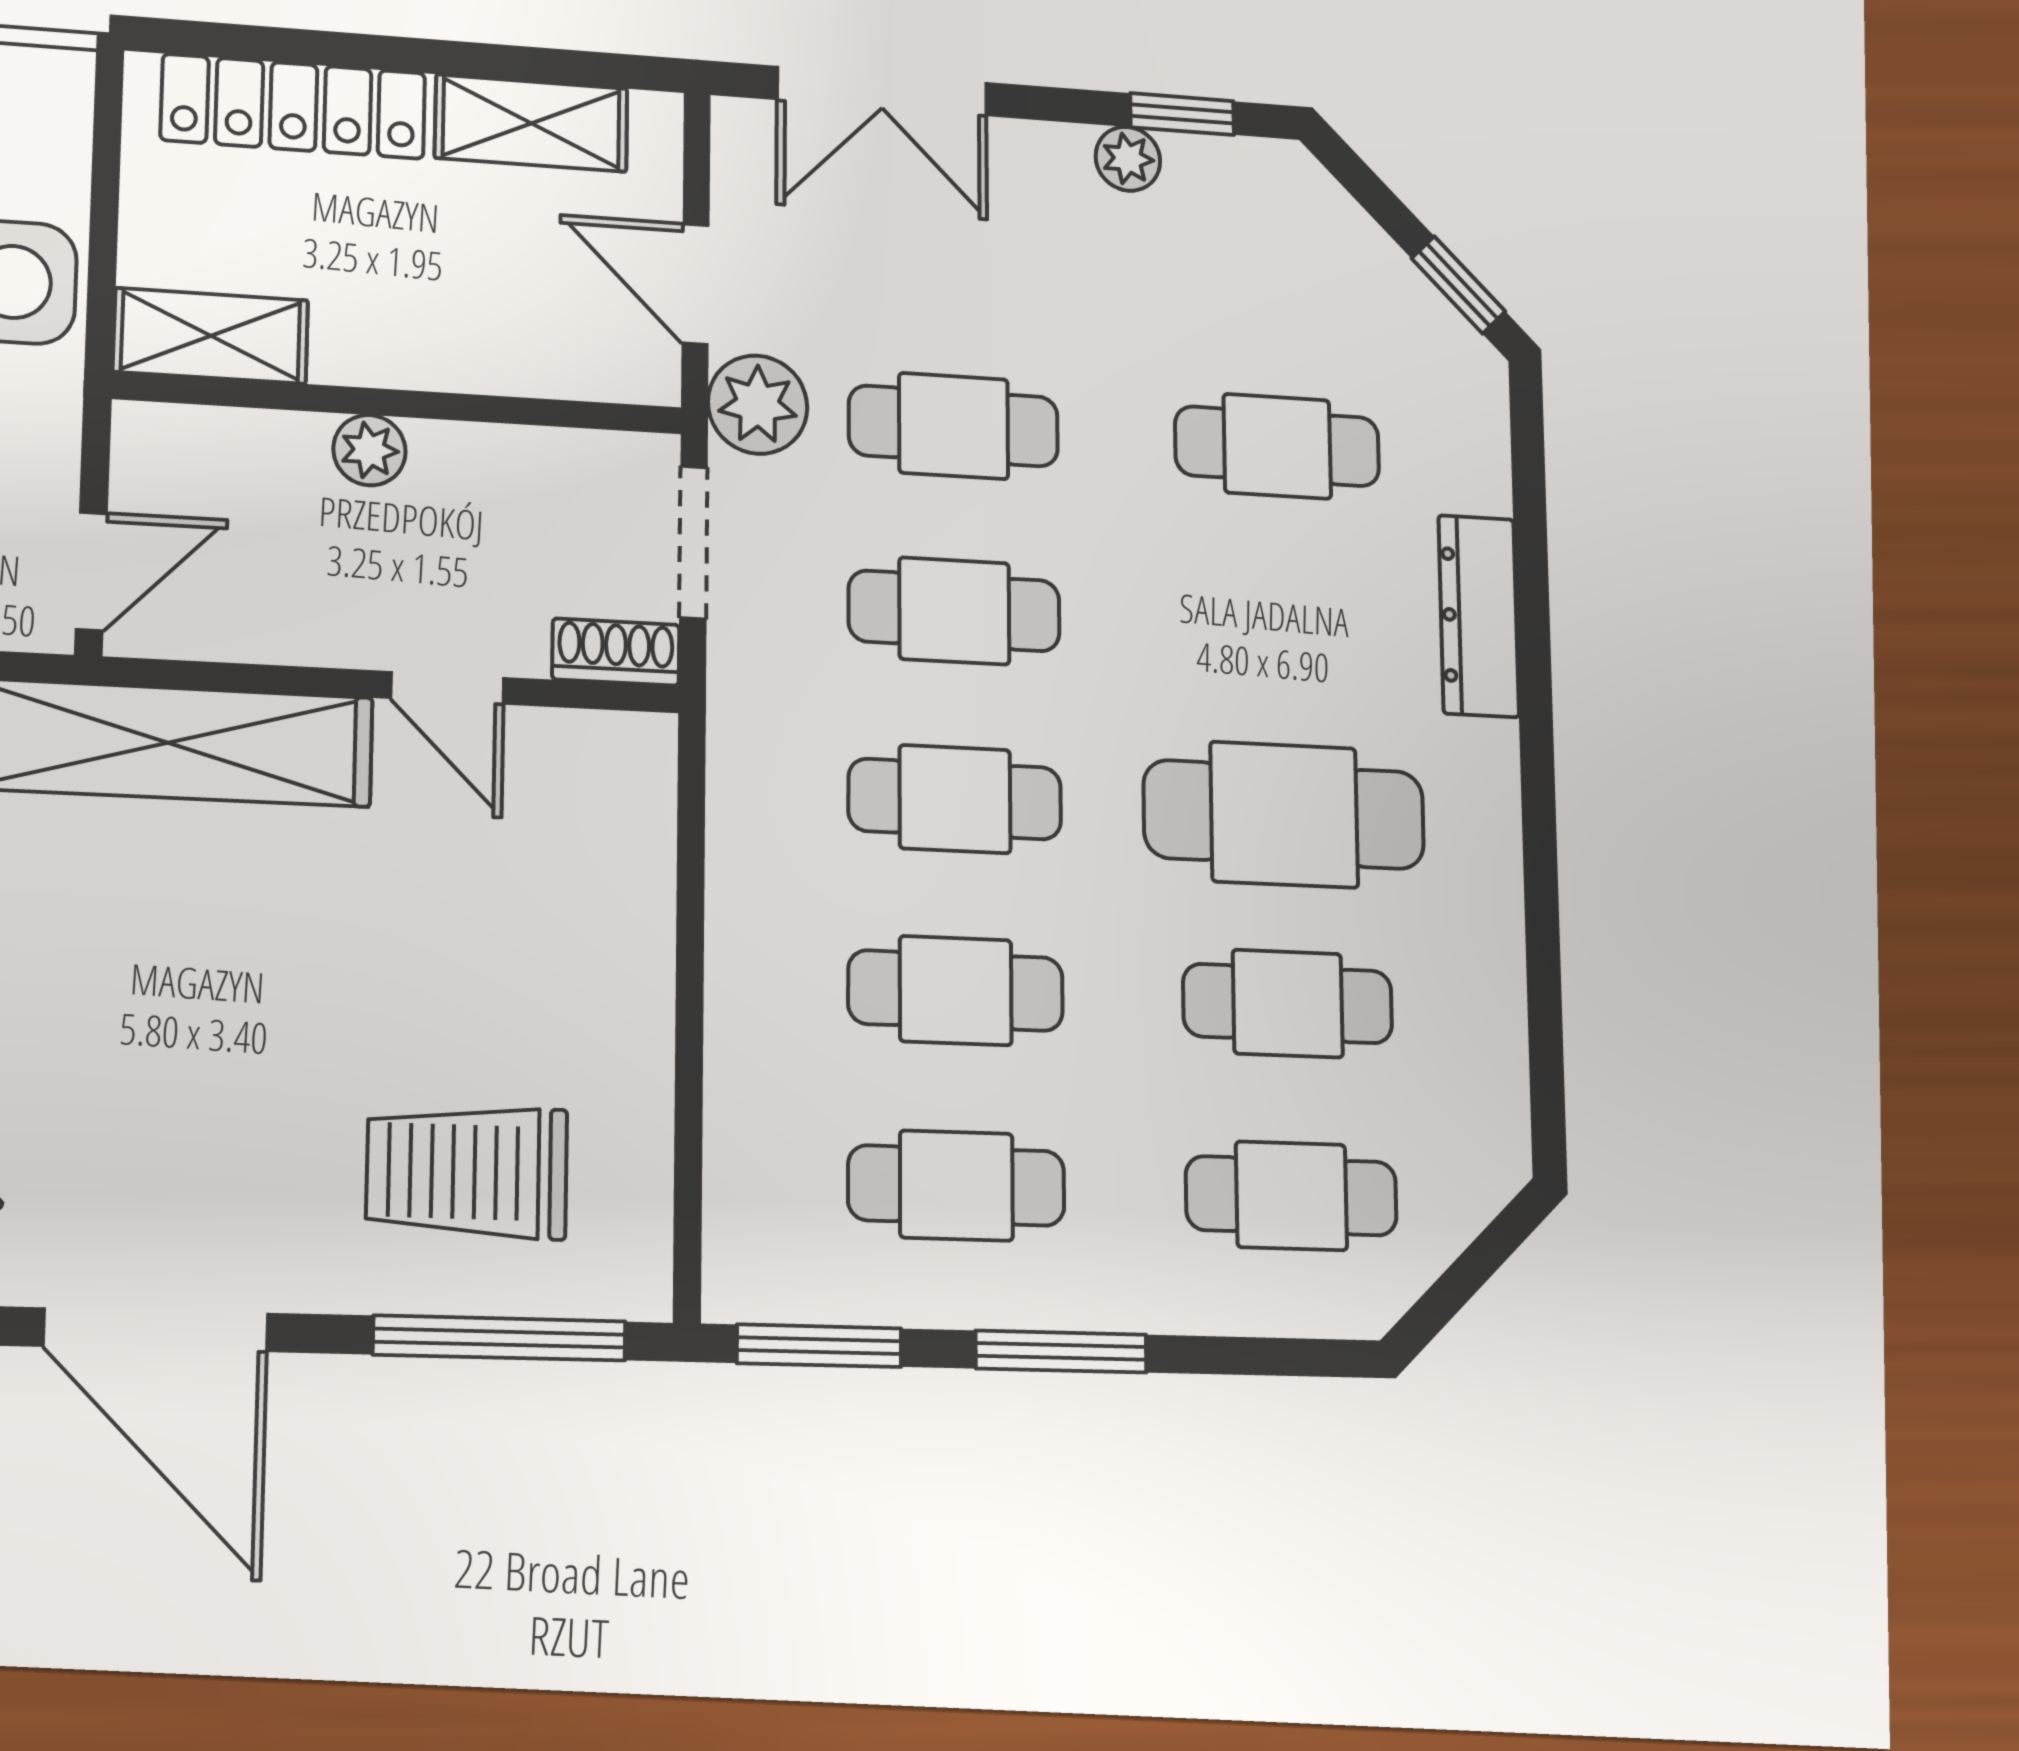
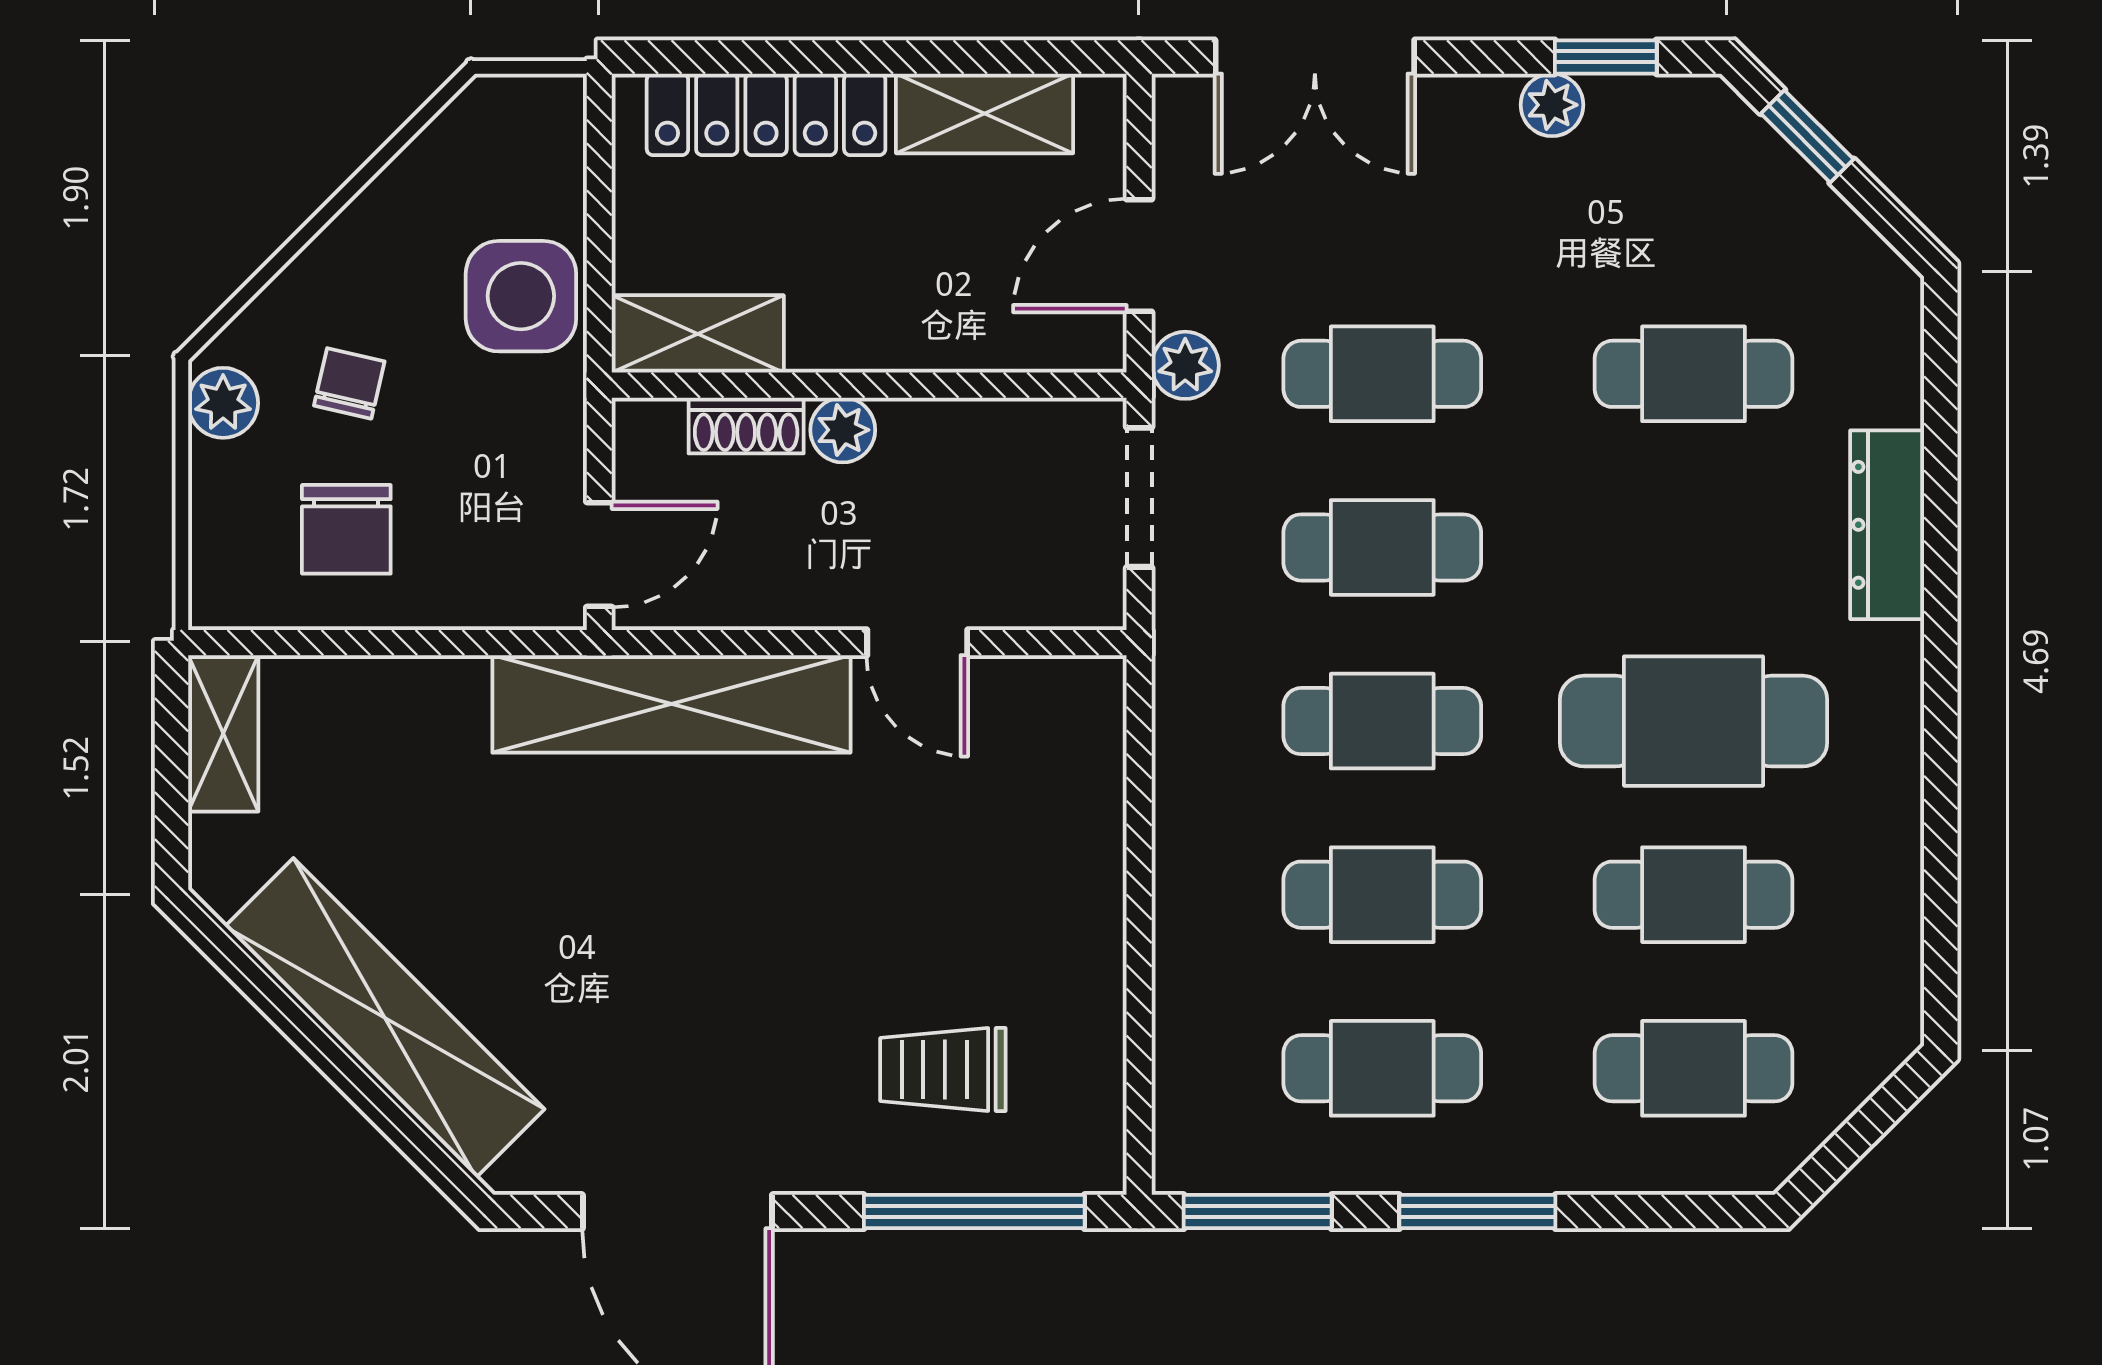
door: (696, 284) -> (1139, 256), hinge flipped
window: (1458, 285) -> (1807, 136), moved
plant: (758, 405) -> (1185, 365), width x0.73, depth x0.73
shoe rack: (616, 652) -> (746, 425), moved, turned 180
trolley: (467, 1172) -> (943, 1070), width x0.73, depth x0.72

